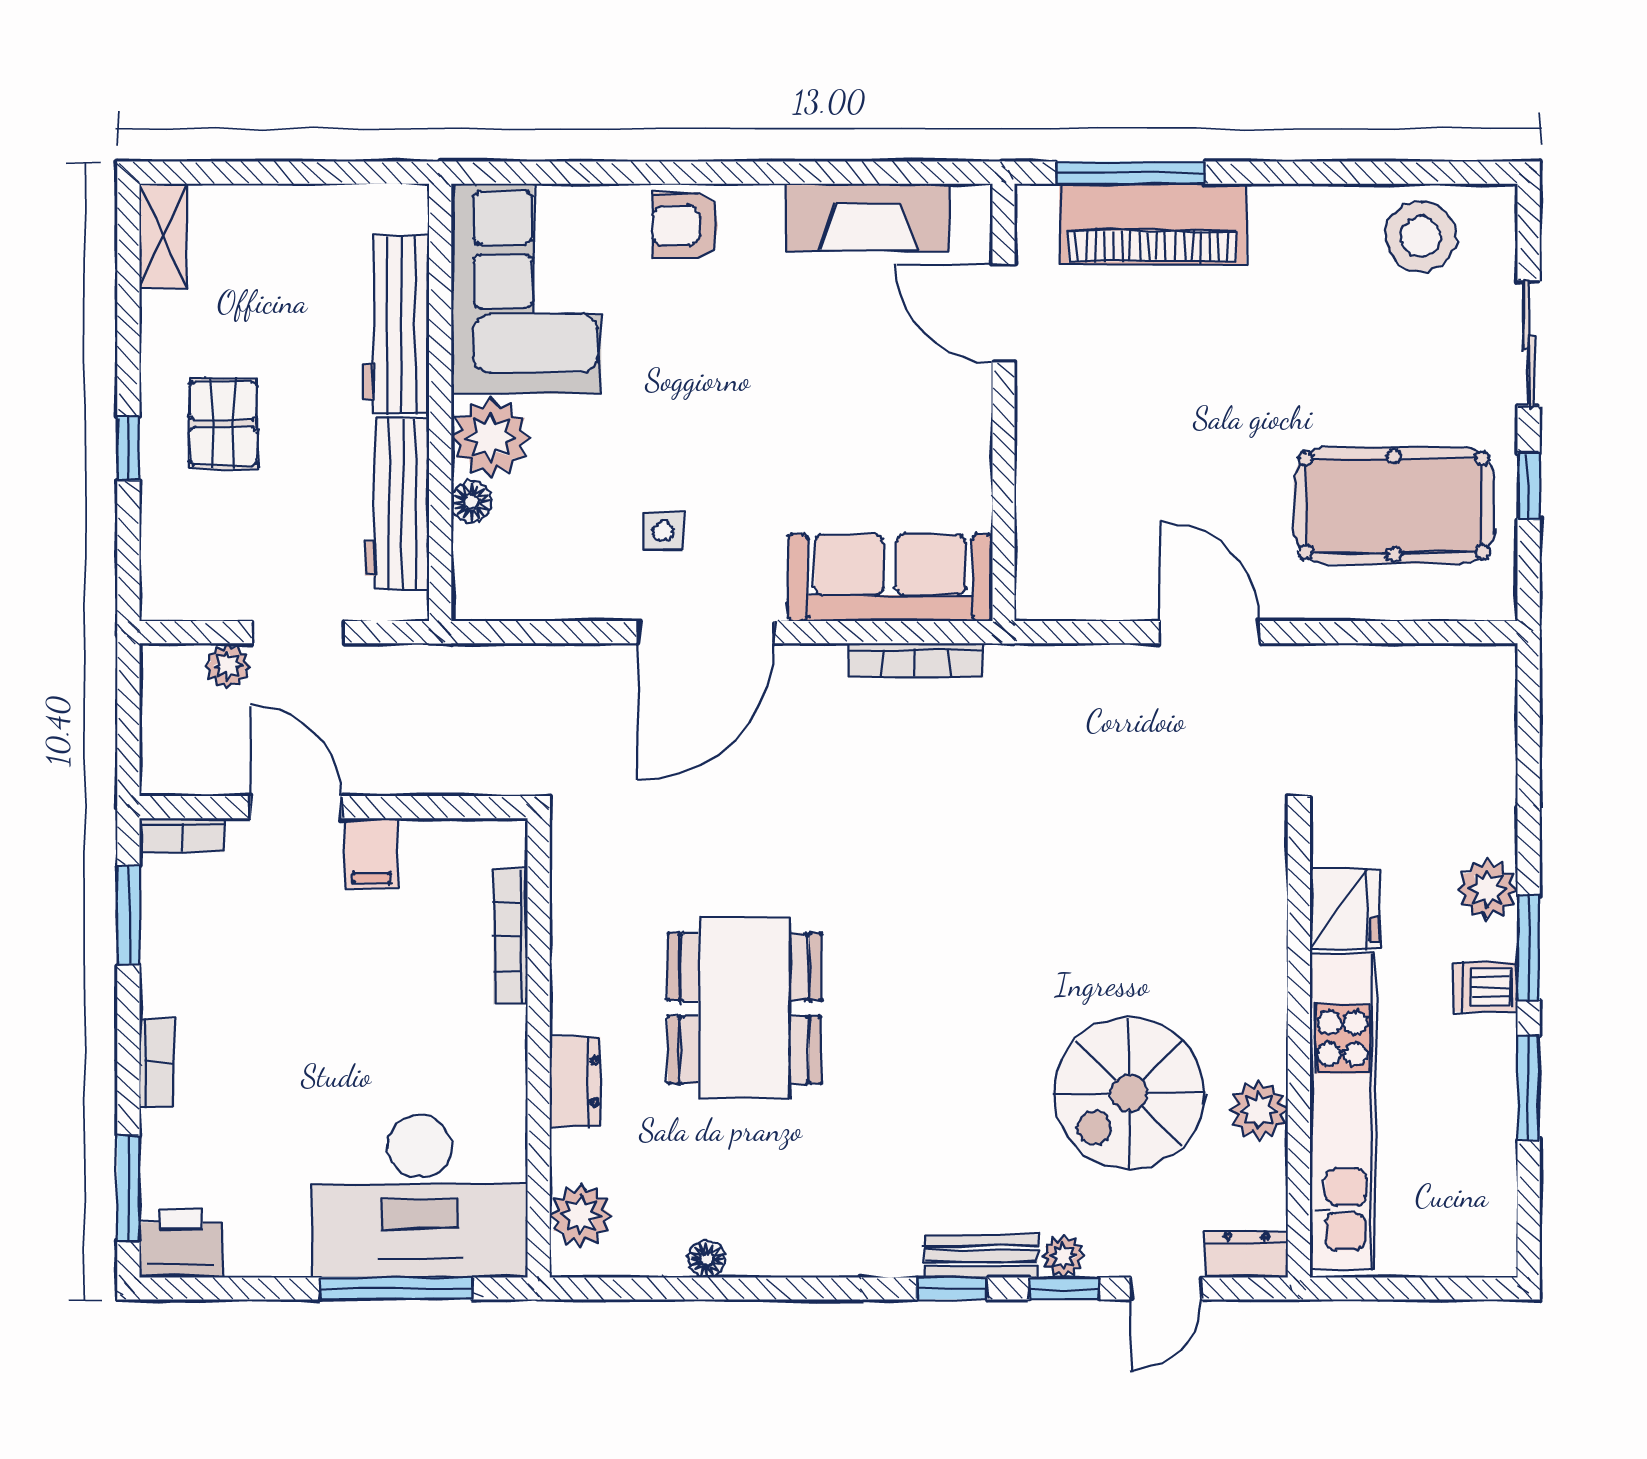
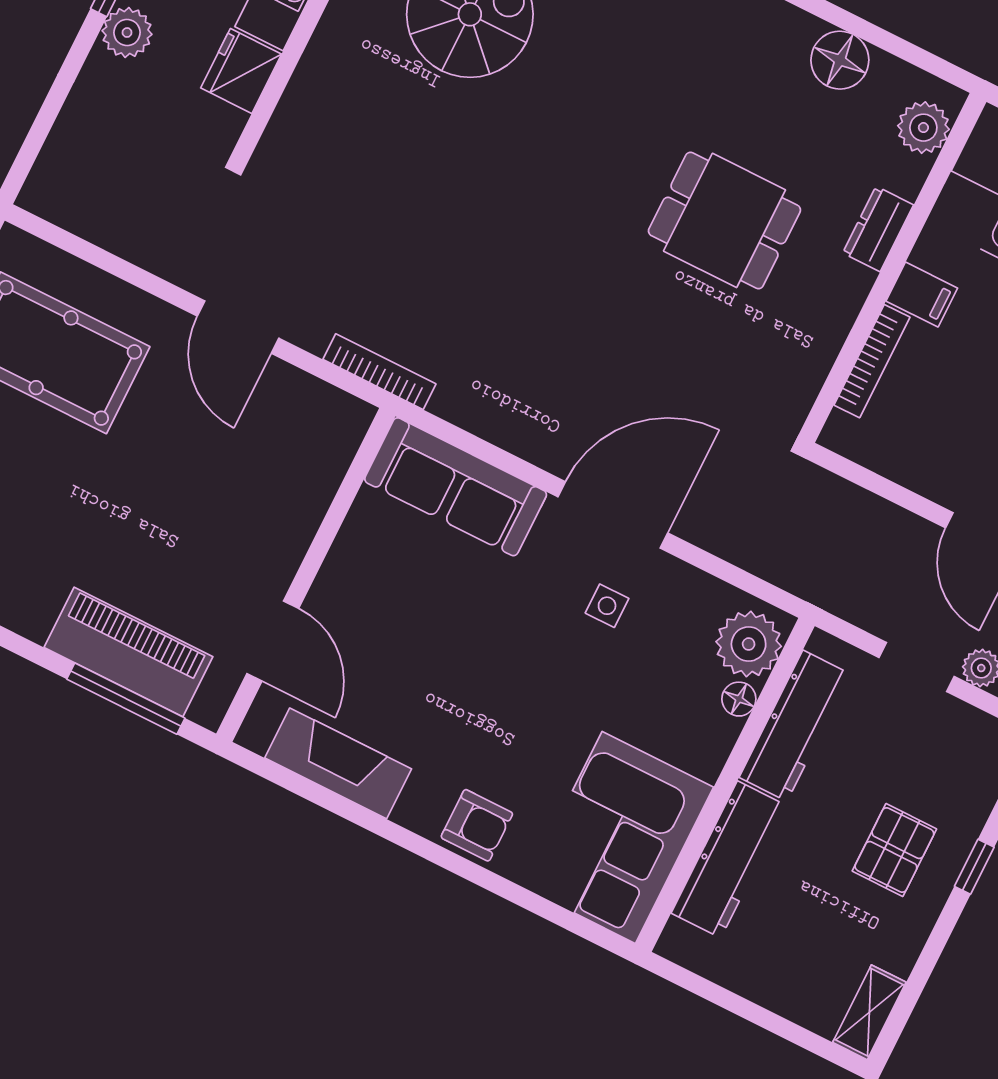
plant: (491, 438) -> (749, 644), moved
bookcase: (916, 660) -> (379, 372), moved
filing cabinet: (372, 853) -> (922, 295), moved, turned 90
dining table: (744, 1008) -> (724, 220), width x0.73
floor lamp: (707, 1259) -> (840, 60), width x1.89, depth x1.89

